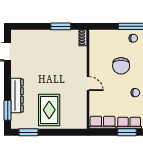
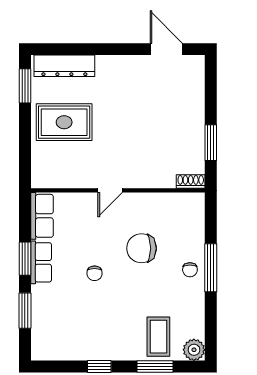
dresser: (17, 95) -> (64, 66), moved
window: (8, 110) -> (63, 49), removed

